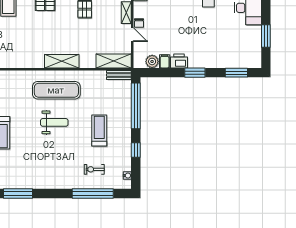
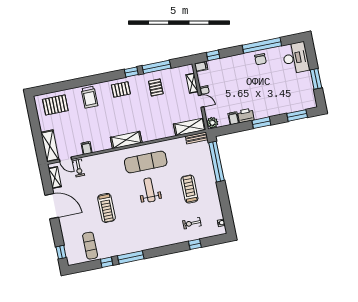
shelving: (62, 61) -> (126, 140), moved
plant: (152, 61) -> (212, 123), moved
weight bench: (54, 122) -> (149, 190), turned -90
window: (136, 150) -> (224, 199), removed
window: (93, 194) -> (195, 244), width x0.32

